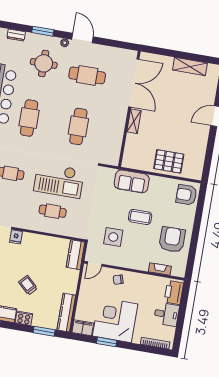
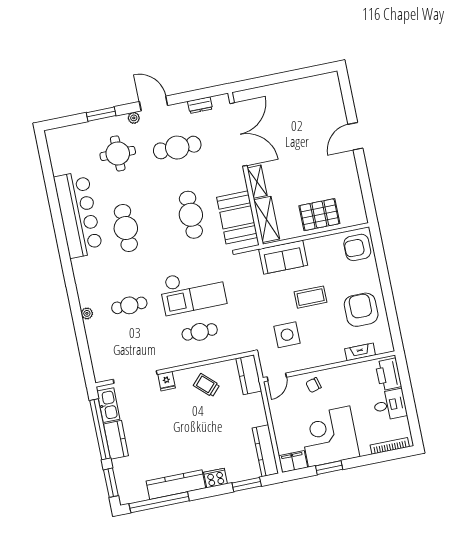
dresser: (16, 35) -> (200, 105), moved
shelving: (190, 67) -> (267, 219), moved, turned 90
booth: (110, 141) -> (237, 217), added
trolley: (28, 285) -> (206, 385), moved

